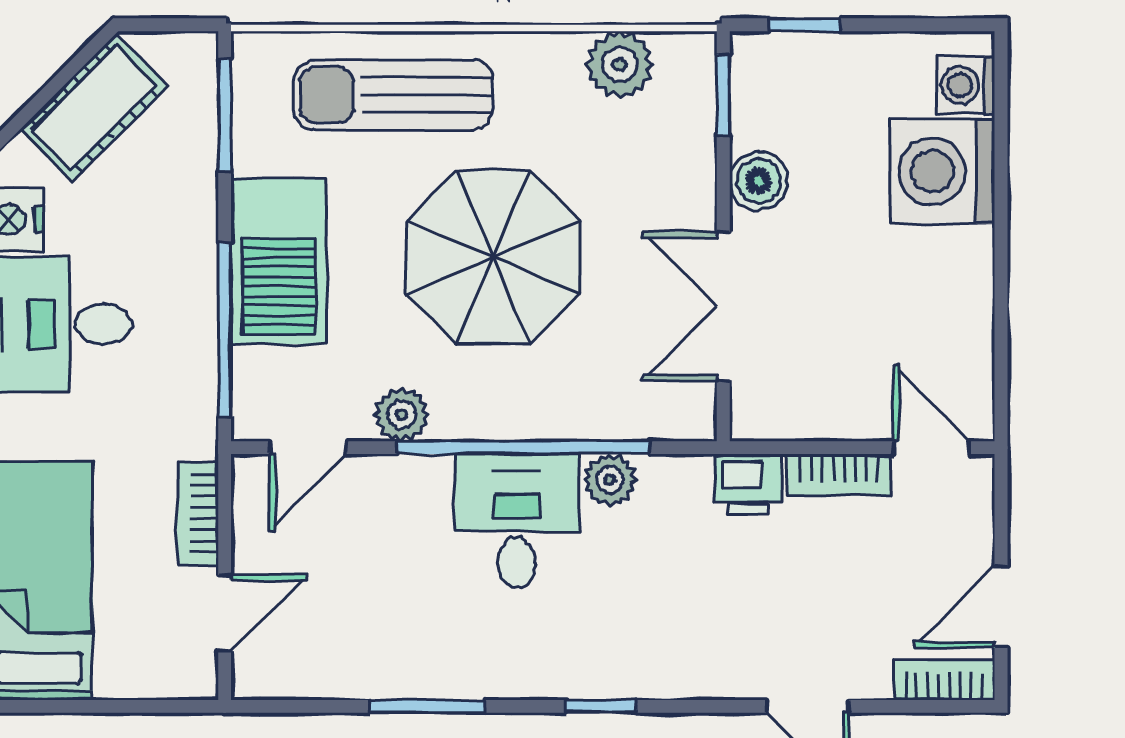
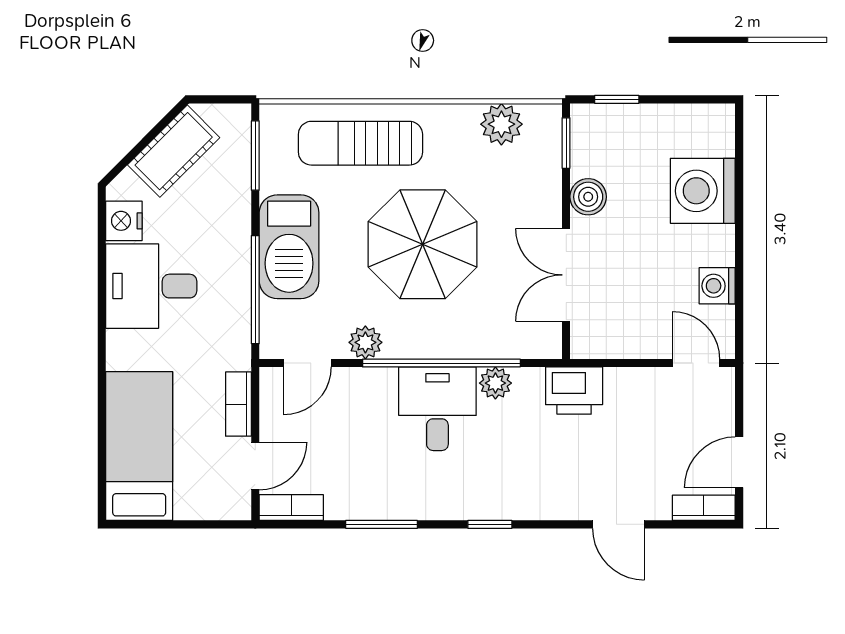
washing machine: (966, 85) -> (717, 286), moved
bookcase: (839, 475) -> (291, 508), moved, turned 180
printer: (748, 484) -> (574, 391), width x1.36, depth x1.24

